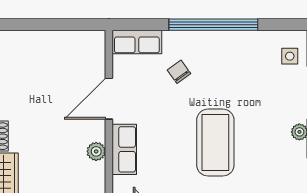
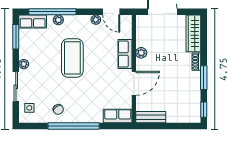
bench: (80, 40) -> (151, 117), added
chair: (179, 72) -> (58, 109), moved

